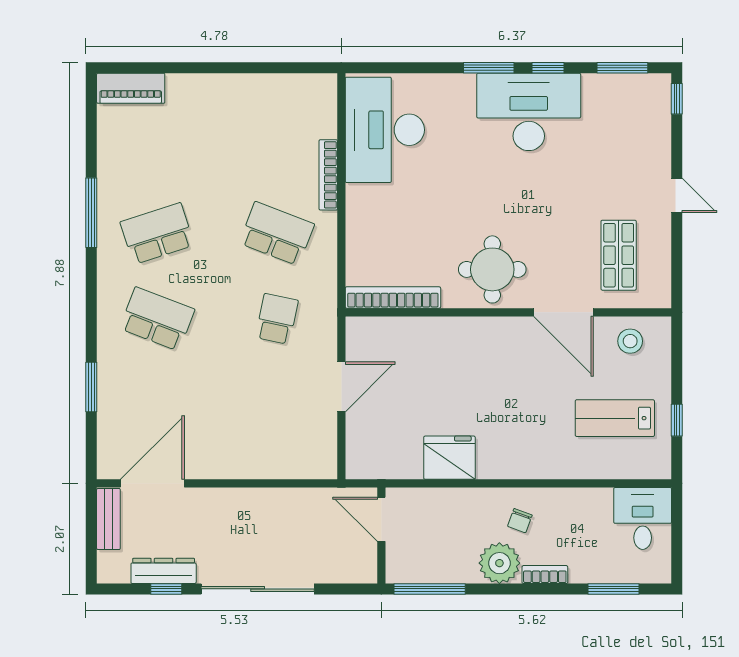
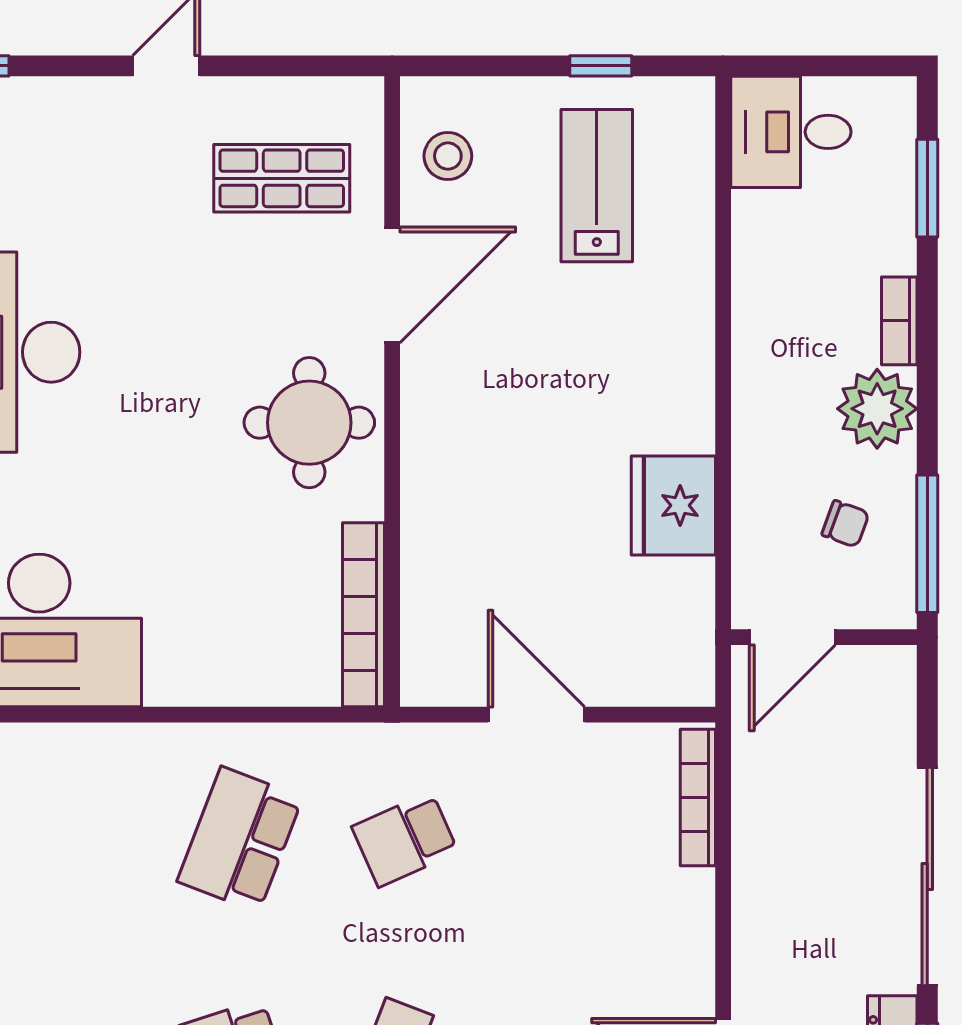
bookcase: (328, 175) -> (698, 798), moved, turned 90
school desk: (277, 319) -> (405, 839), turned -36
lab bench: (615, 418) -> (597, 186), turned 180
chair: (520, 521) -> (845, 524), moved

